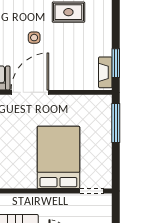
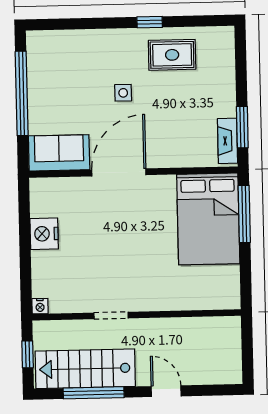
bed: (58, 157) -> (208, 219), moved, turned 180
doorway: (92, 191) -> (111, 315), moved

